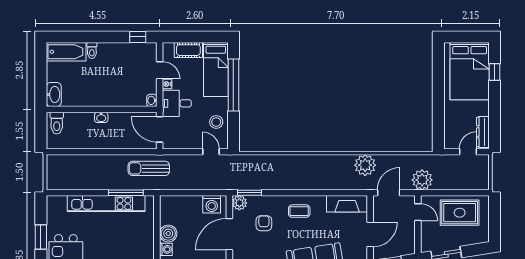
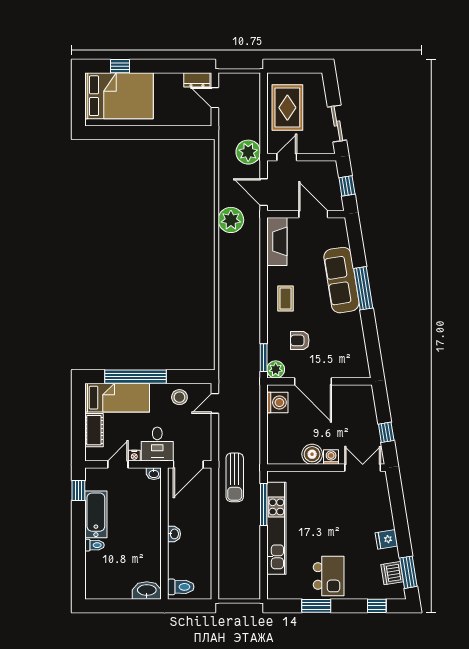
bathtub: (66, 52) -> (96, 514), moved
dresser: (483, 132) -> (197, 80), width x0.70

